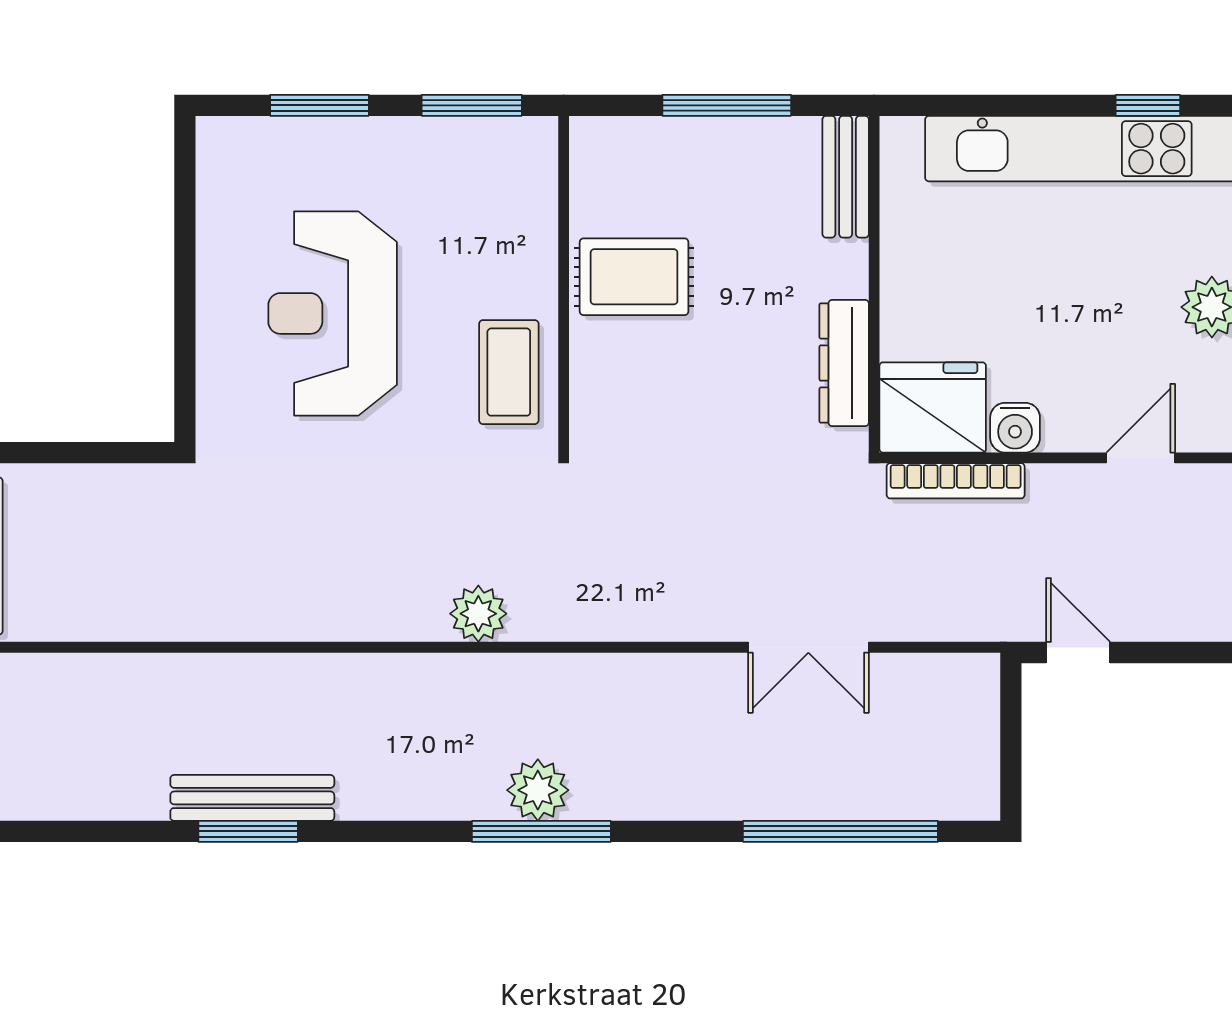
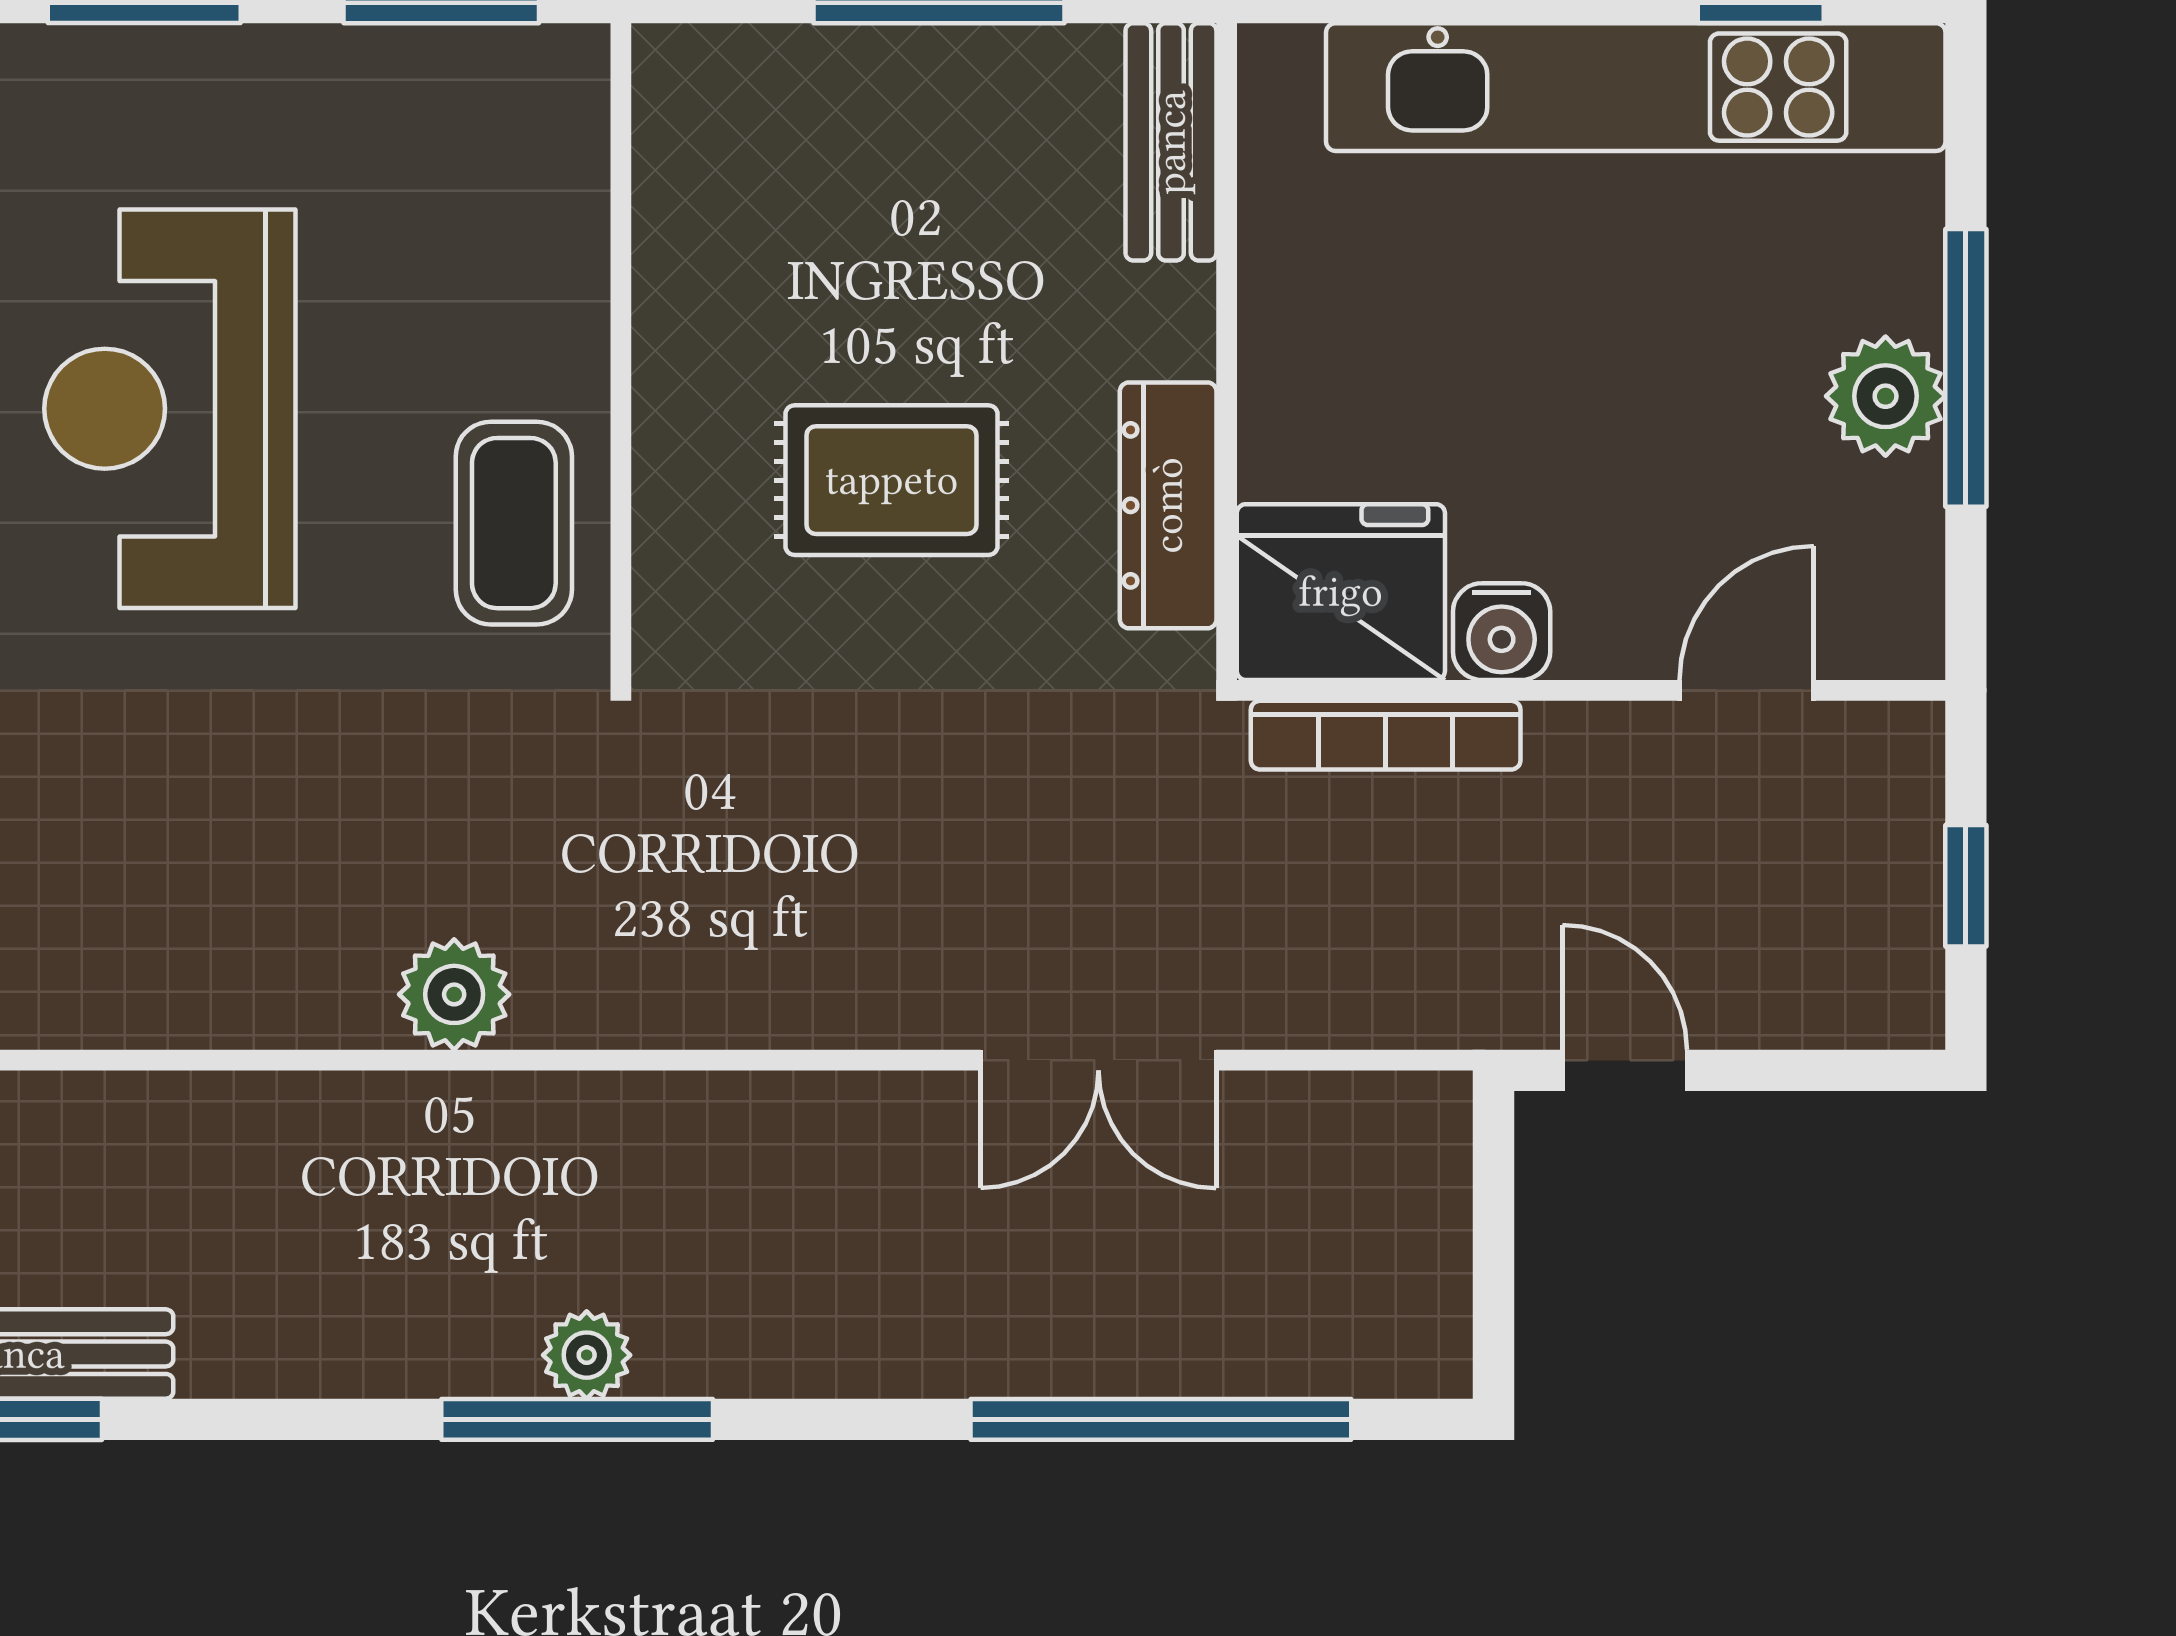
rug: (634, 277) -> (892, 480), moved
plant: (538, 790) -> (587, 1355), width x0.73, depth x0.73

